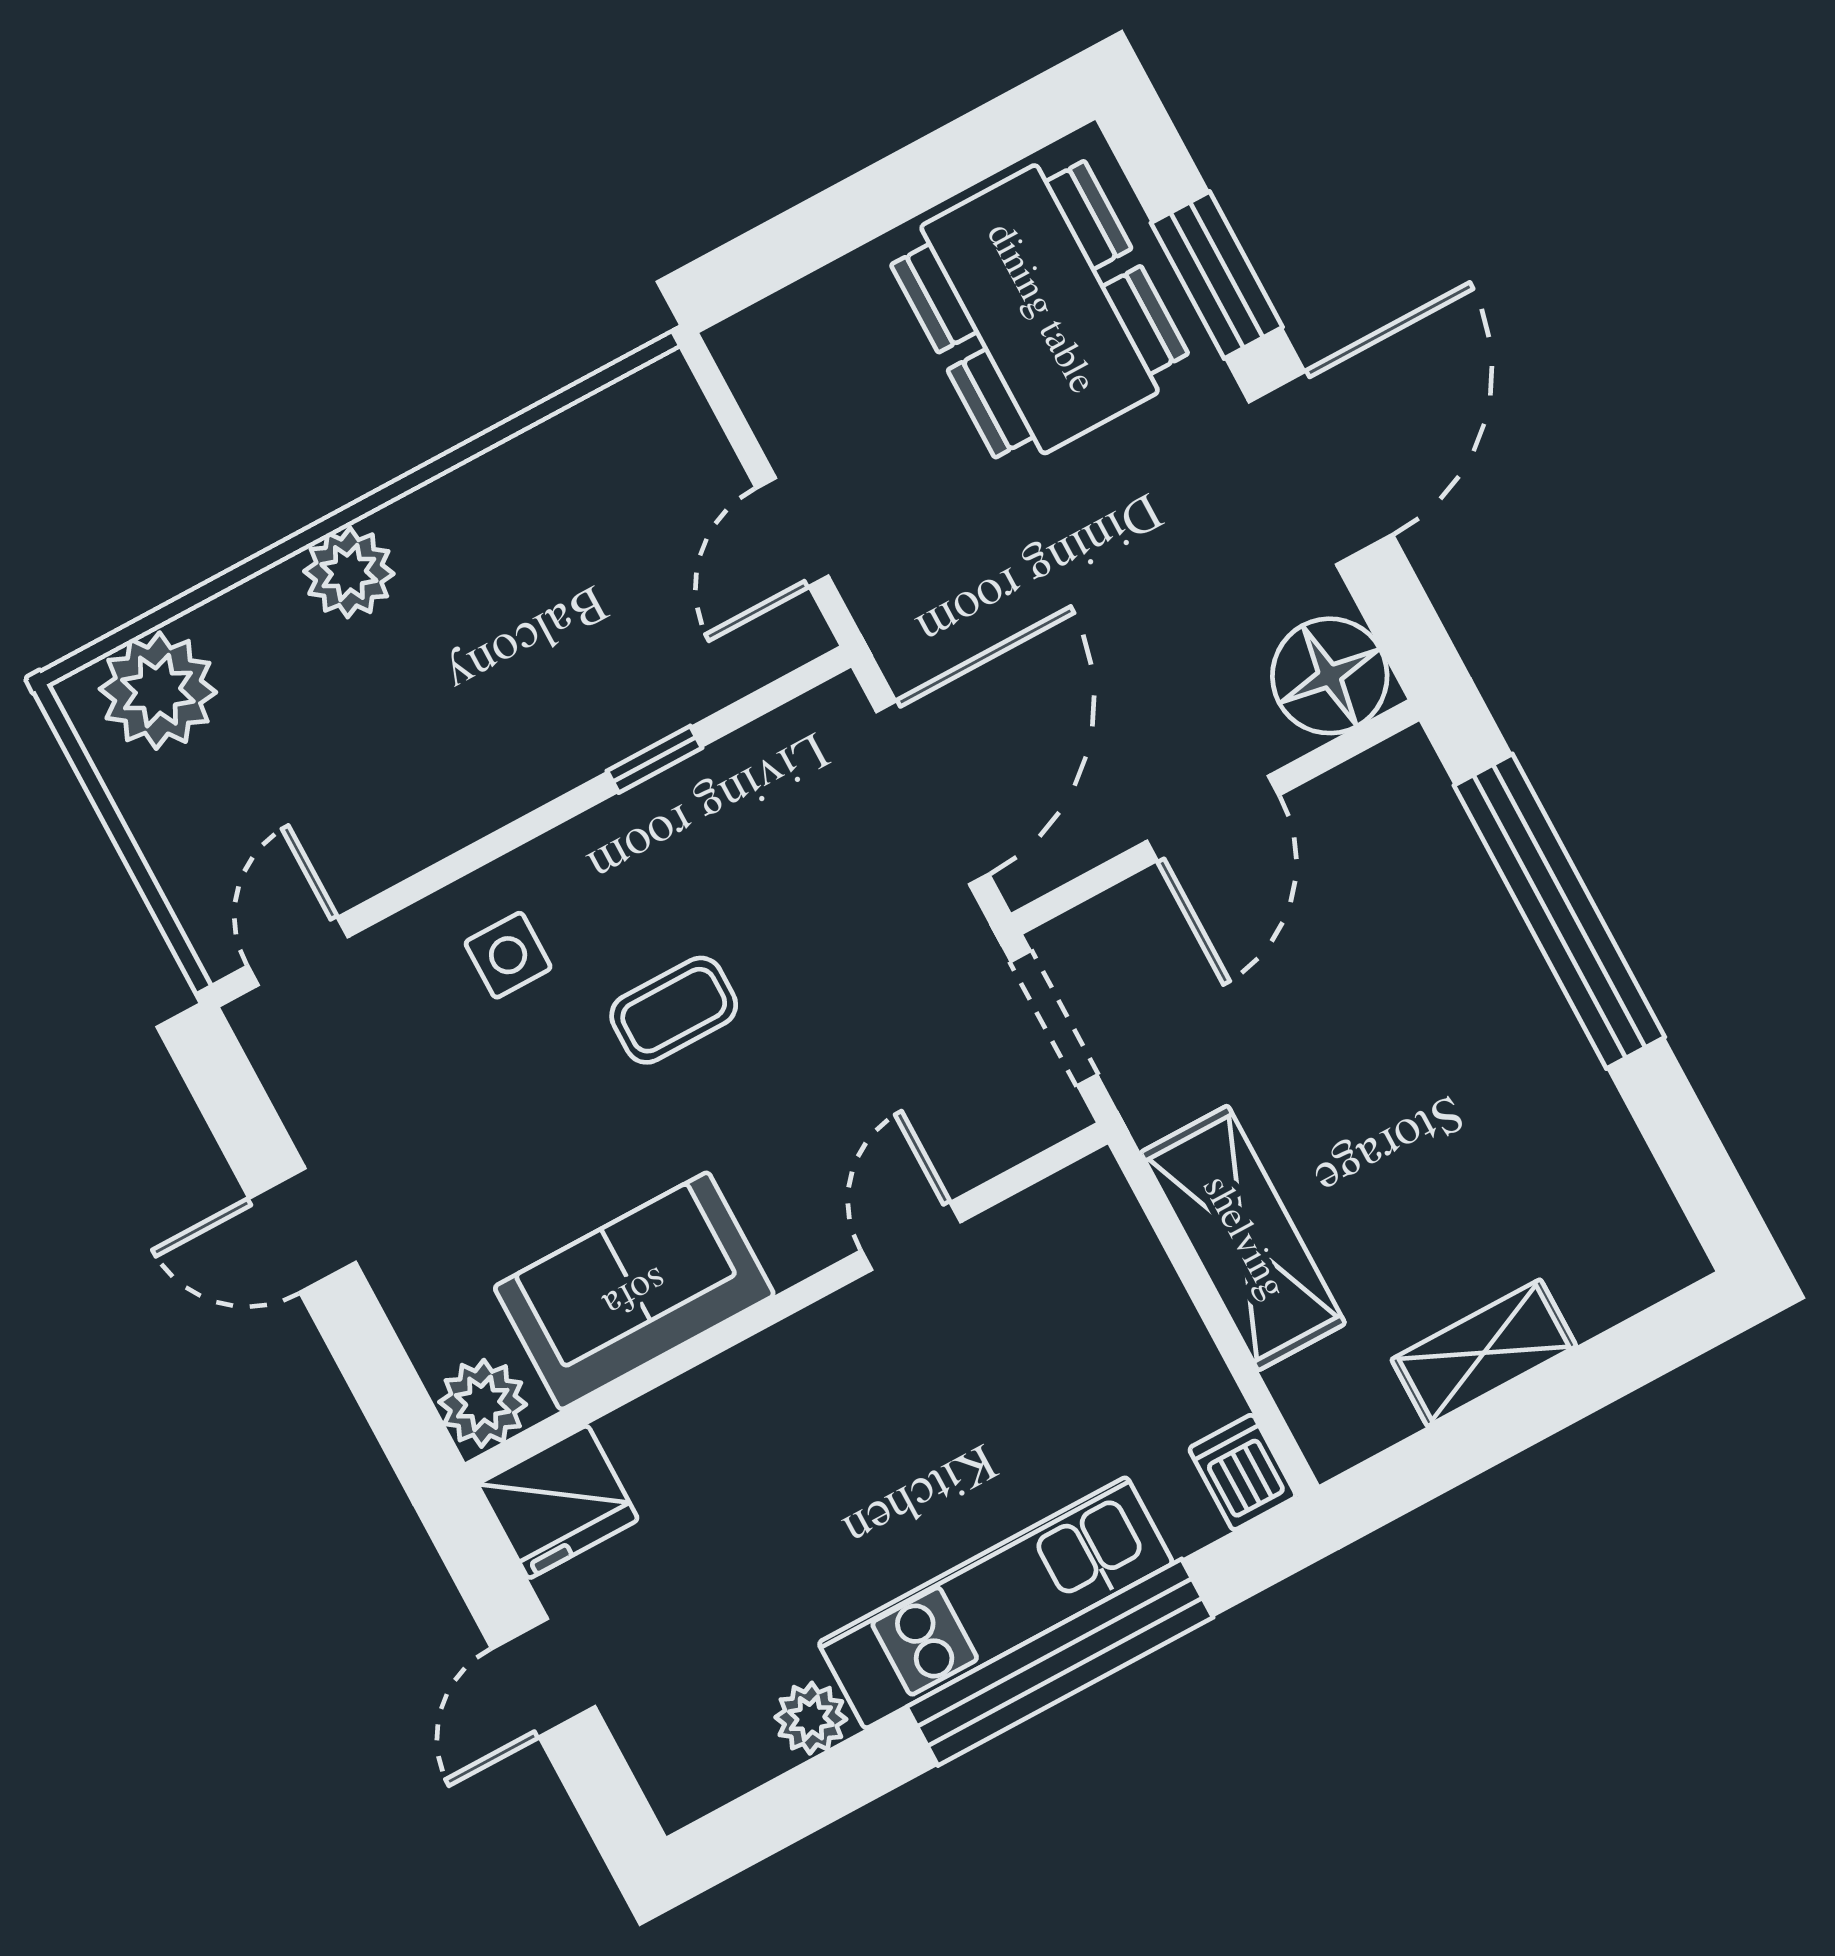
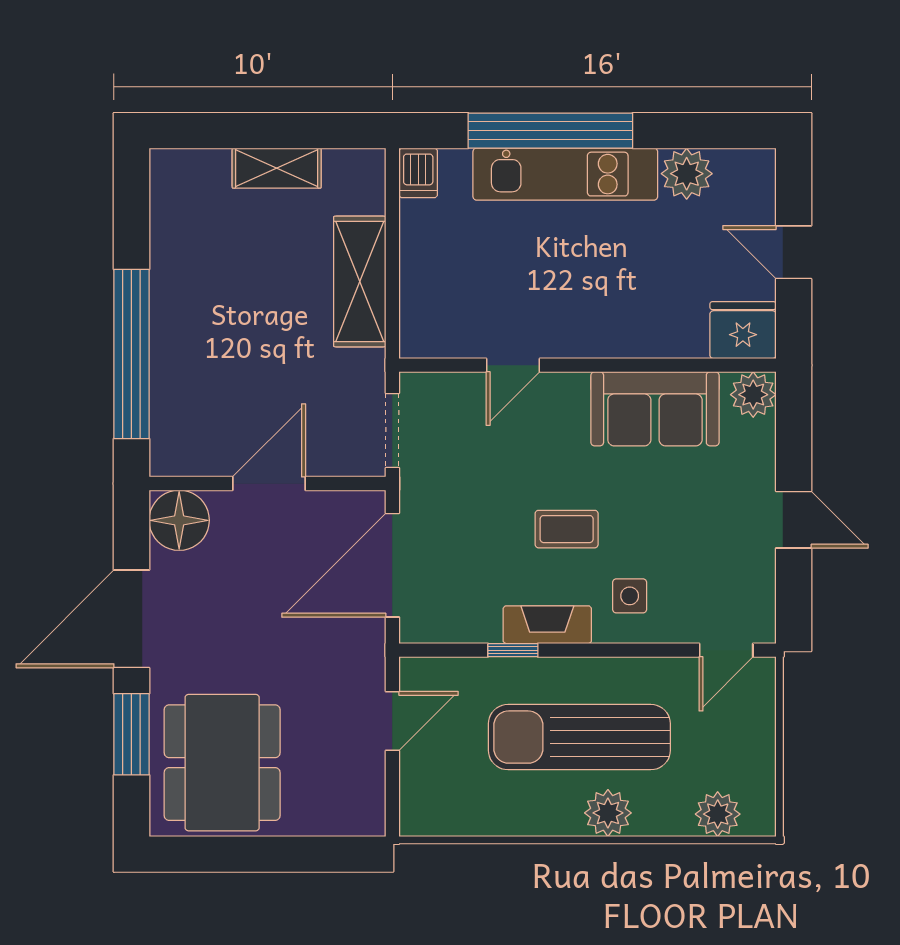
sun lounger: (465, 674) -> (579, 737), added
plant: (158, 691) -> (718, 814), width x0.73, depth x0.73
fireplace: (620, 833) -> (547, 625), added
door: (543, 1678) -> (794, 252), swing flipped
plant: (811, 1718) -> (687, 174), width x1.38, depth x1.38

